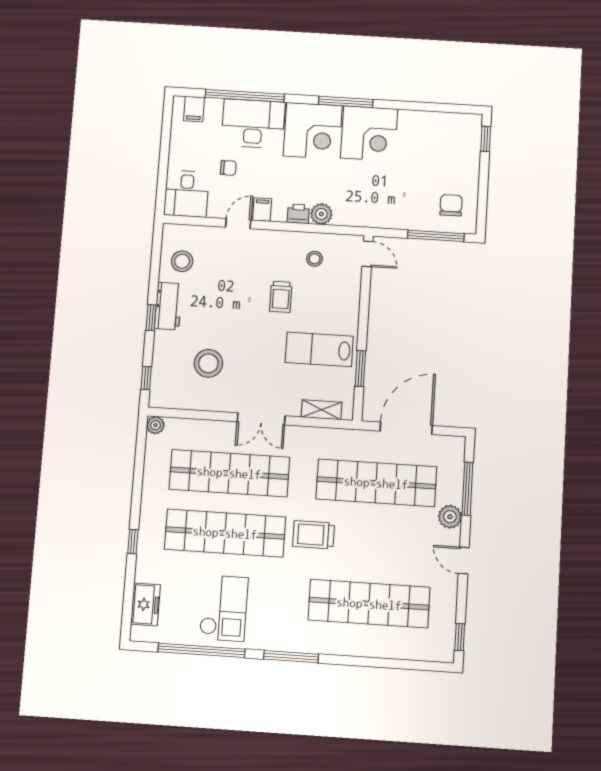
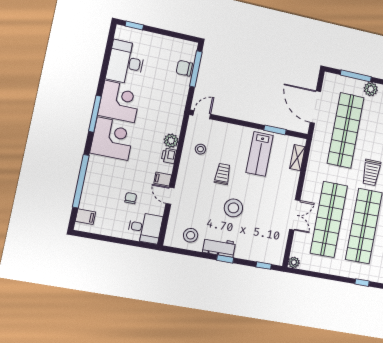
desk: (253, 124) -> (126, 62), moved
chair: (451, 205) -> (184, 68), moved
trolley: (281, 297) -> (223, 174), turned -90
stool: (208, 363) -> (233, 208), moved
double door: (261, 419) -> (295, 215), moved

